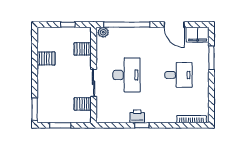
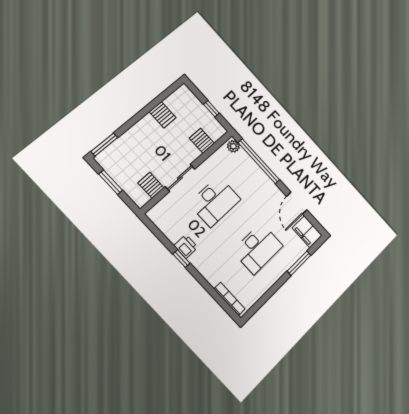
desk: (179, 75) -> (258, 248), width x1.37

